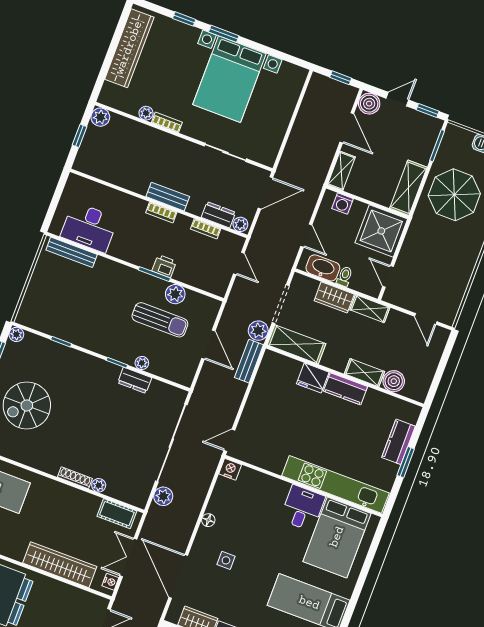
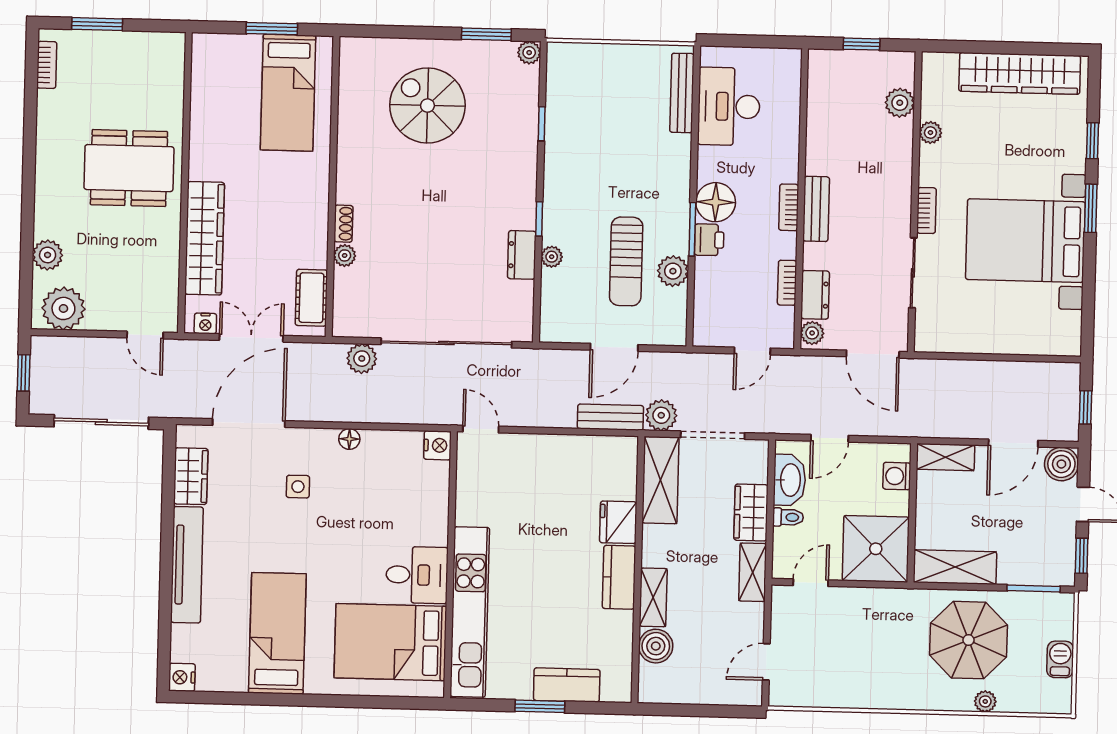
plant: (100, 117) -> (900, 103), moved
bookcase: (167, 122) -> (927, 211), moved
floor lamp: (143, 255) -> (716, 202), added
shoe rack: (75, 478) -> (343, 224), width x0.70

